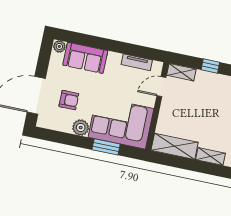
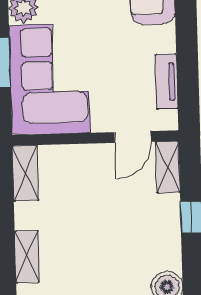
door: (161, 87) -> (133, 137), swing flipped
shelving: (175, 146) -> (25, 173), width x0.67, depth x0.75

